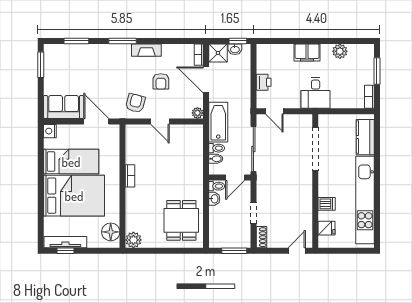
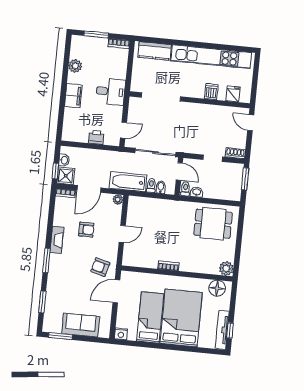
window: (238, 41) -> (55, 171), moved
armchair: (135, 103) -> (100, 267), moved
sofa: (64, 107) -> (81, 325), moved, turned 90

